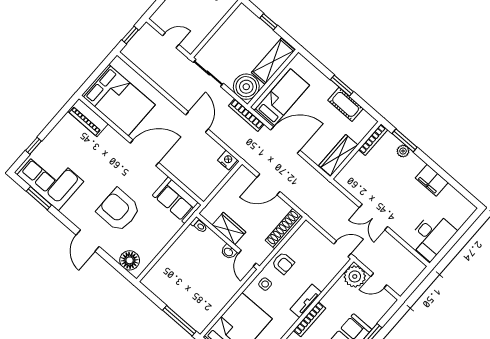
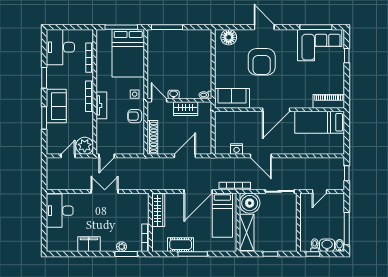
window: (342, 86) -> (193, 254), width x1.44
bed: (118, 100) -> (320, 122), width x0.67
nightstand: (227, 160) -> (237, 149), moved
window: (39, 198) -> (316, 27), width x1.44
armchair: (119, 210) -> (262, 62), turned 90

